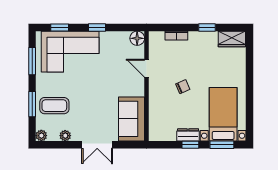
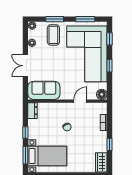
corner sofa: (70, 52) -> (87, 54), width x1.36, depth x1.36
dresser: (188, 135) -> (33, 111), moved

